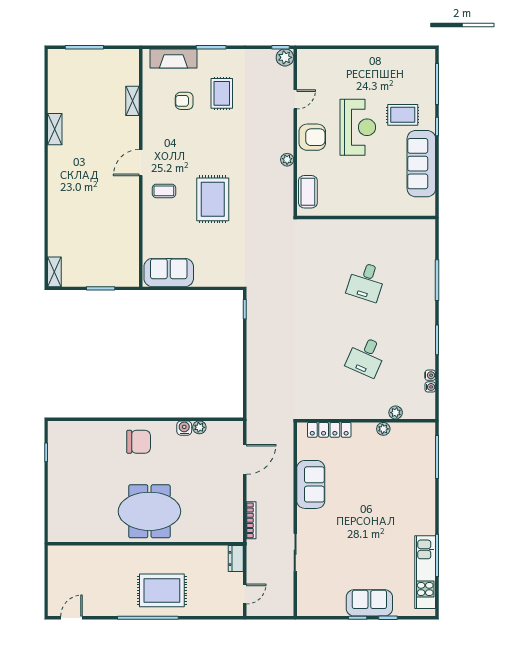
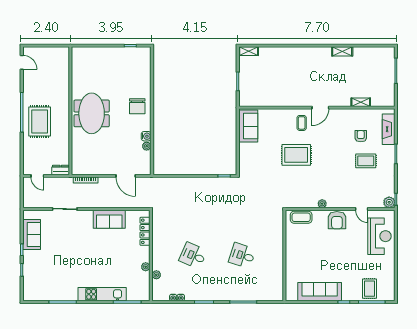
rug: (403, 115) -> (370, 289), moved
reception desk: (358, 127) -> (379, 236), moved, turned -90
door: (141, 163) -> (320, 108), swing flipped
kitchen unit: (425, 572) -> (102, 294), moved
sofa: (369, 603) -> (32, 234), moved

